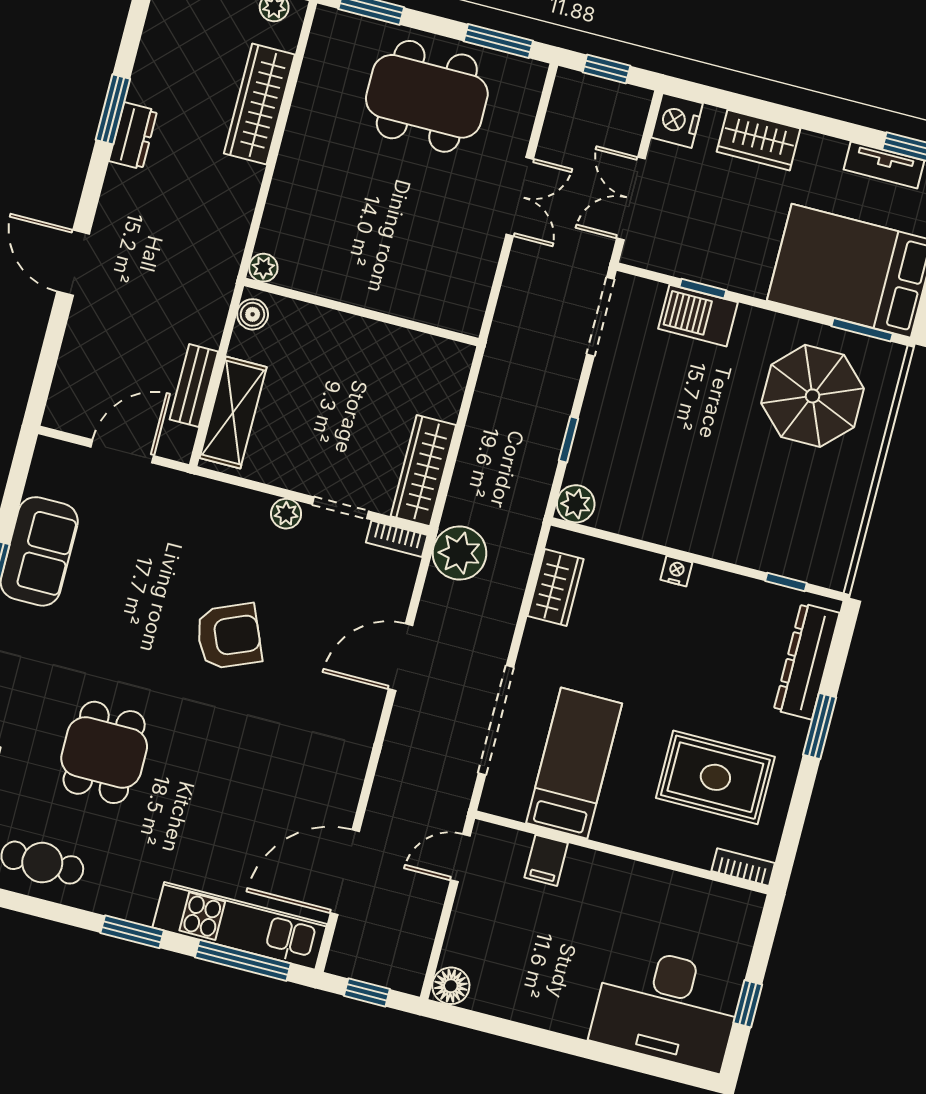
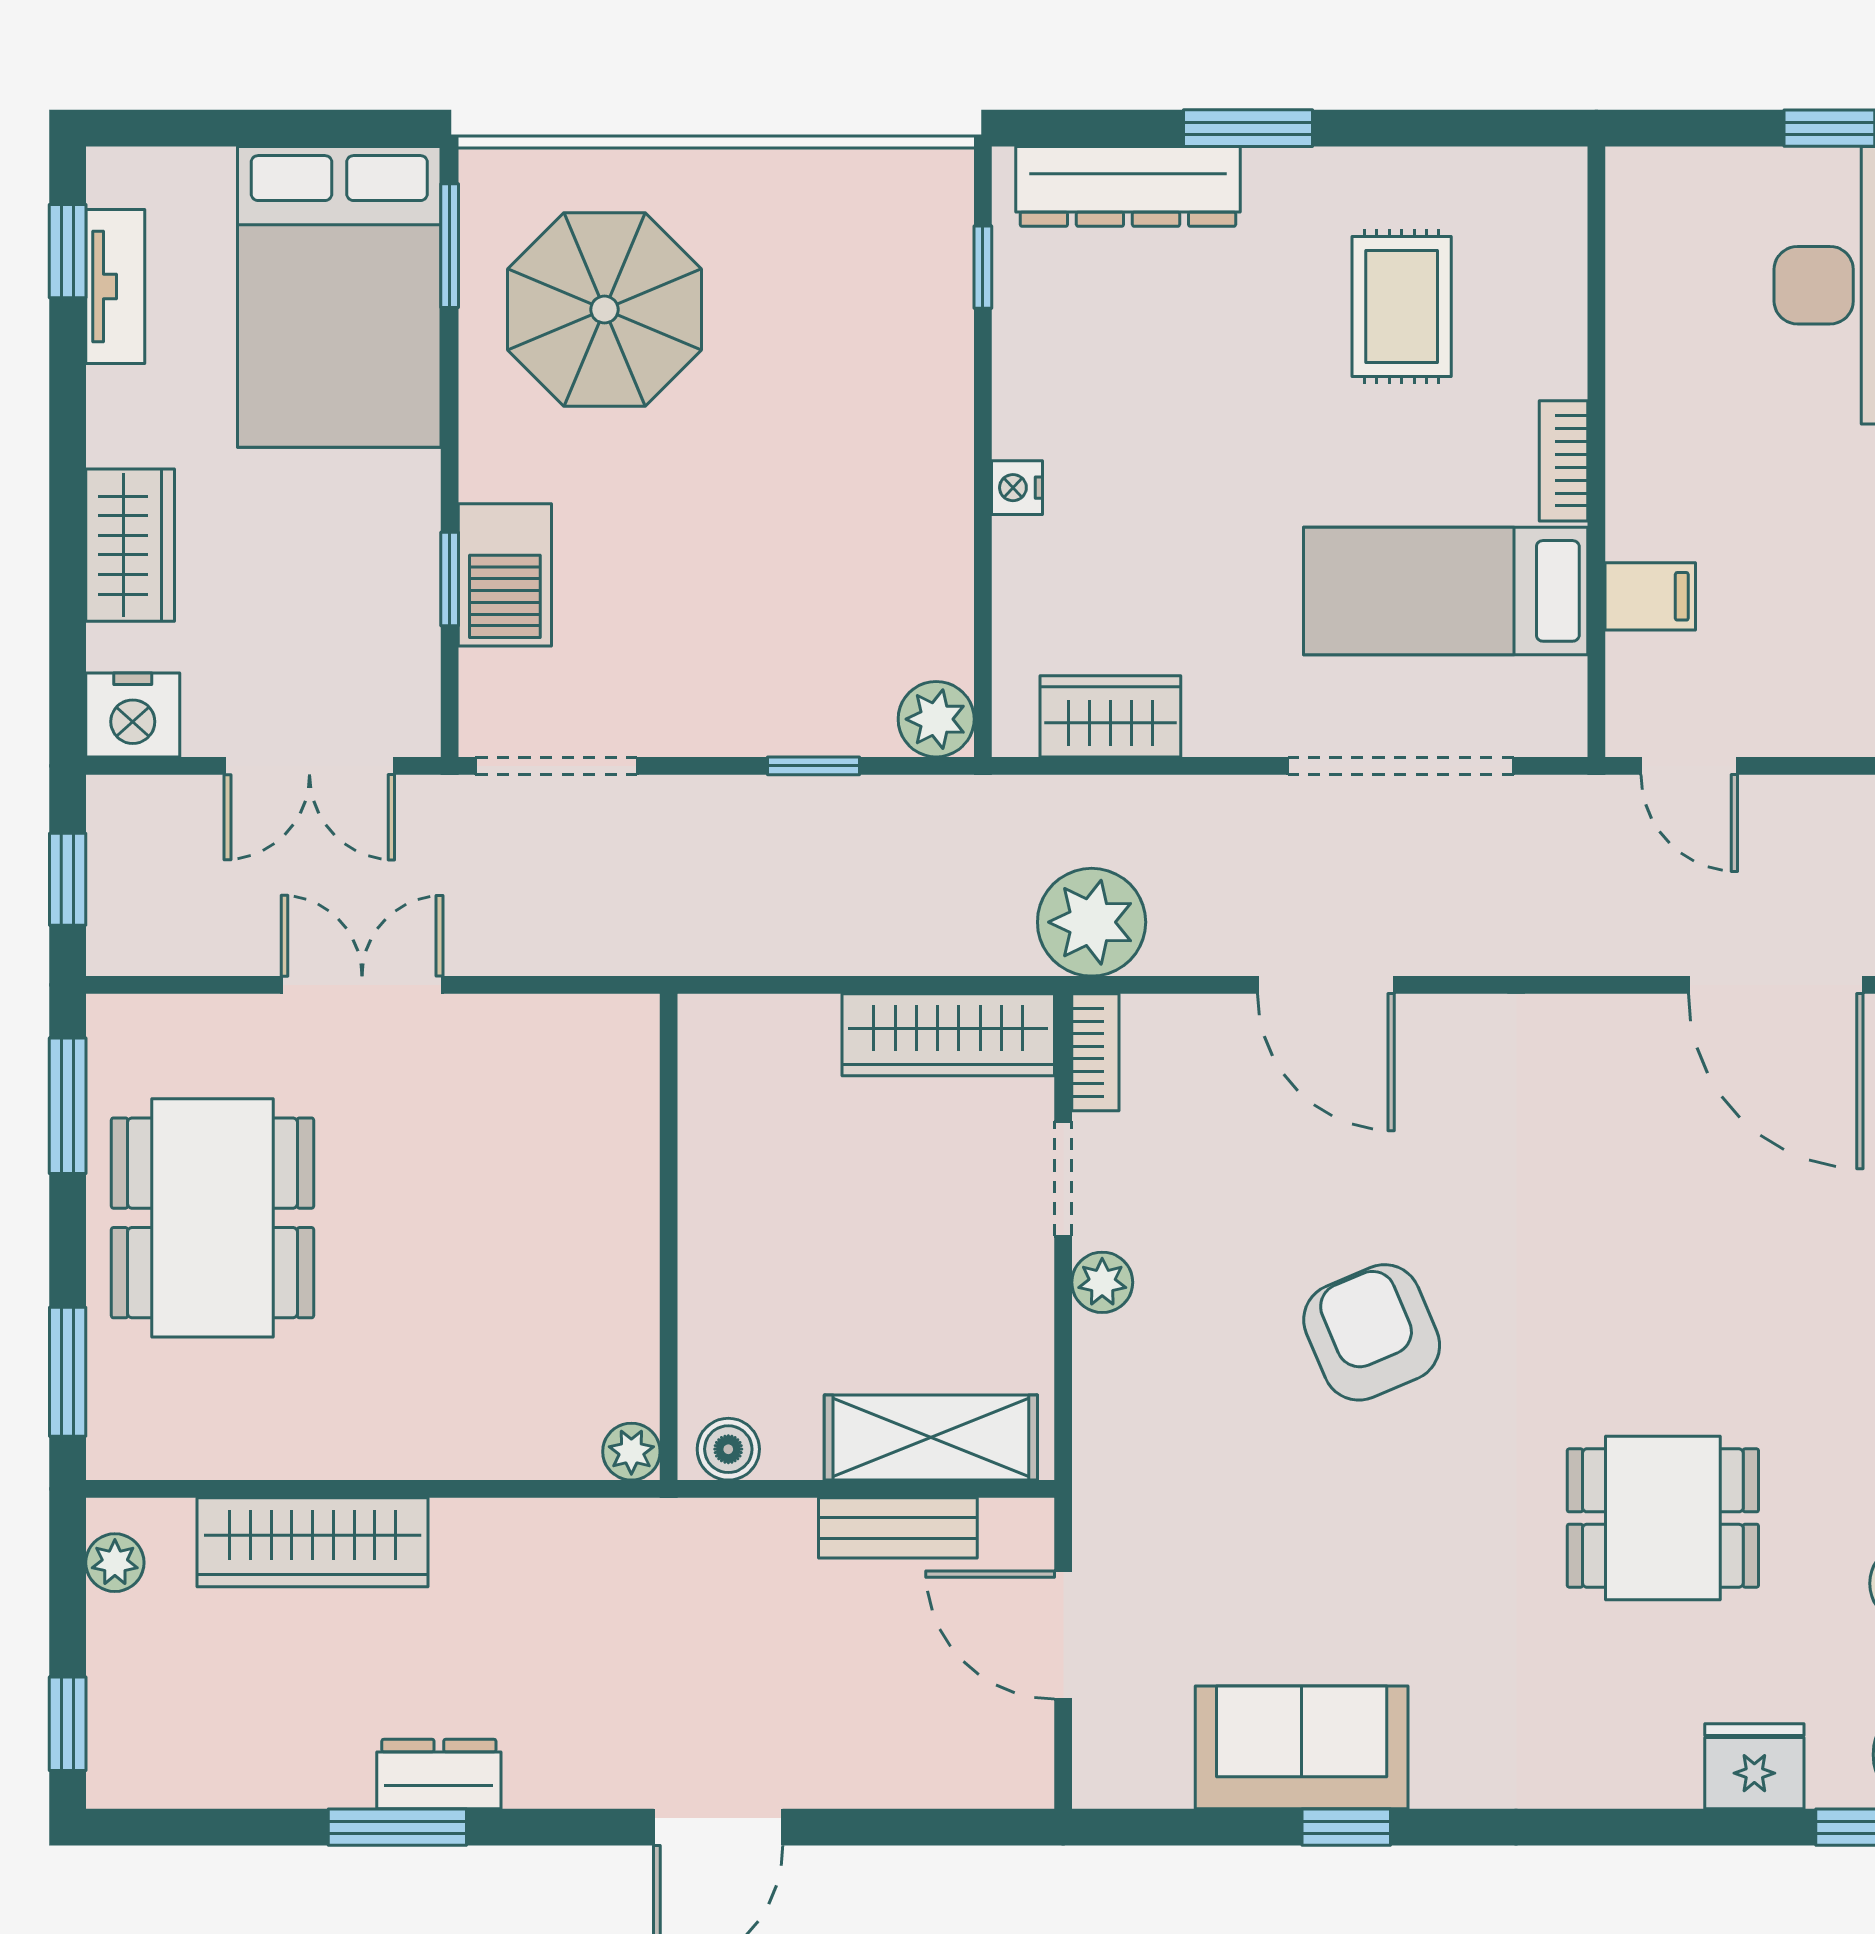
rug: (715, 777) -> (1402, 307), width x0.73, depth x0.70
bookcase: (743, 867) -> (1564, 461), moved

